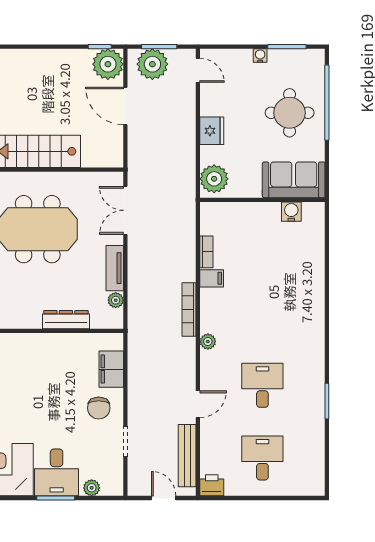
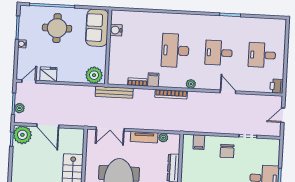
plant: (152, 64) -> (19, 108), width x0.53, depth x0.53
door: (125, 106) -> (48, 126), hinge flipped
fridge: (212, 131) -> (48, 74), moved
desk: (262, 313) -> (175, 51), added
filing cabinet: (111, 369) -> (199, 142), width x0.50
chair: (99, 408) -> (227, 151), turned 90
bench: (187, 456) -> (114, 92), moved
plant: (92, 488) -> (274, 158), removed

